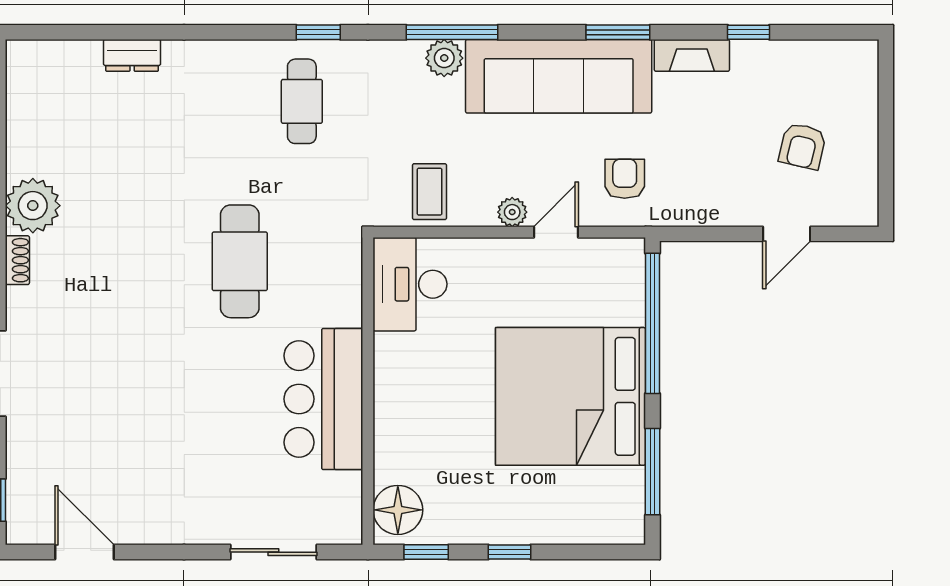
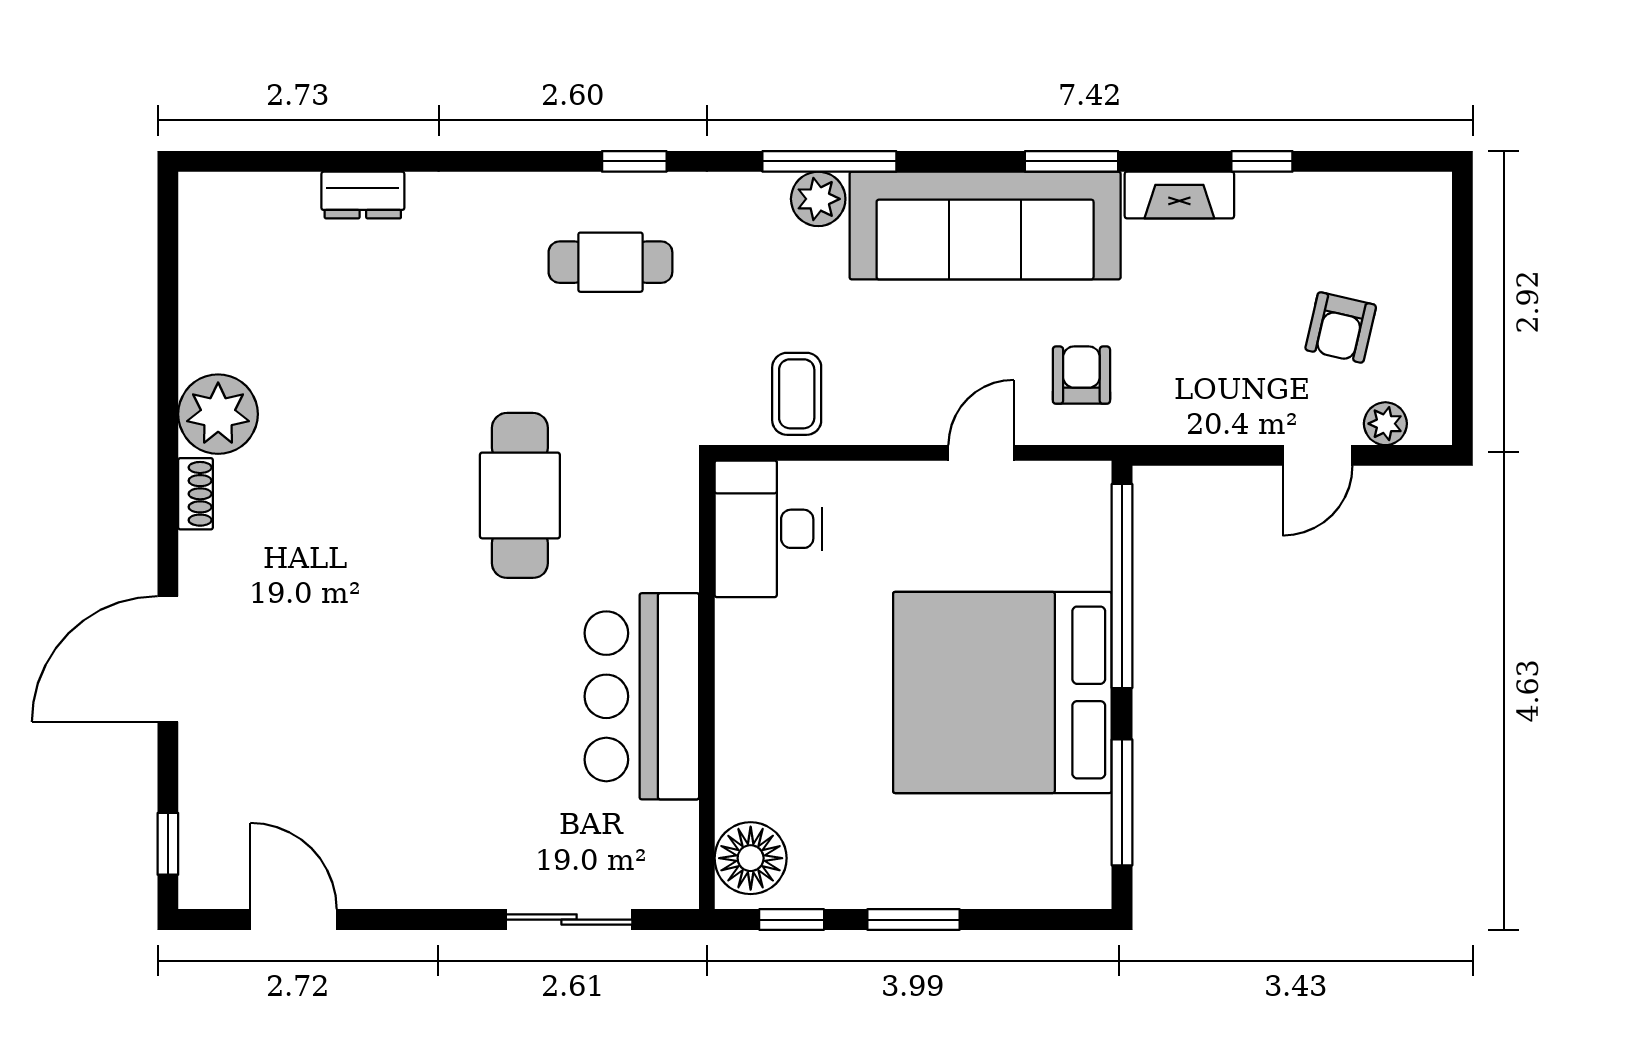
cafe table: (302, 101) -> (610, 262), turned 90
plant: (512, 212) -> (1385, 424), moved
window: (510, 552) -> (914, 920), width x1.50

